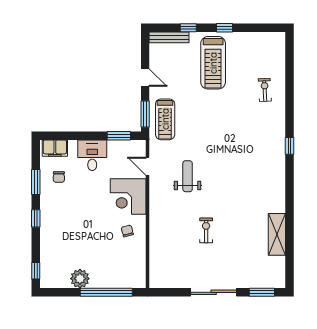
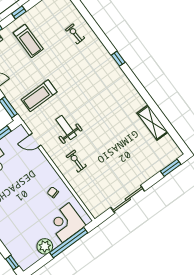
treadmill: (213, 63) -> (28, 41), width x0.73, depth x0.73
treadmill: (165, 119) -> (39, 96), moved, turned 90
corner desk: (128, 196) -> (66, 223), moved, turned 90
exercise bike: (206, 230) -> (76, 161), moved
sliding door: (214, 292) -> (128, 199), moved

